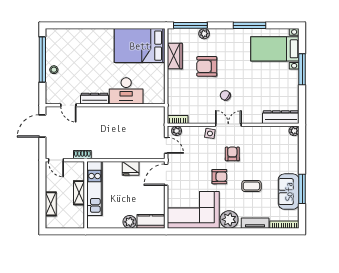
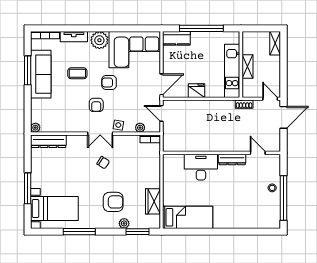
window: (190, 25) -> (138, 232), width x0.69
bed: (140, 46) -> (188, 217), width x0.67
armchair: (207, 66) -> (113, 202), moved
door: (42, 126) -> (283, 117), moved
plant: (177, 131) -> (140, 128), moved
sofa: (289, 192) -> (41, 74), width x1.36
shelving: (51, 204) -> (275, 43), moved
plant: (130, 222) -> (198, 38), removed
window: (126, 231) -> (201, 28), added

